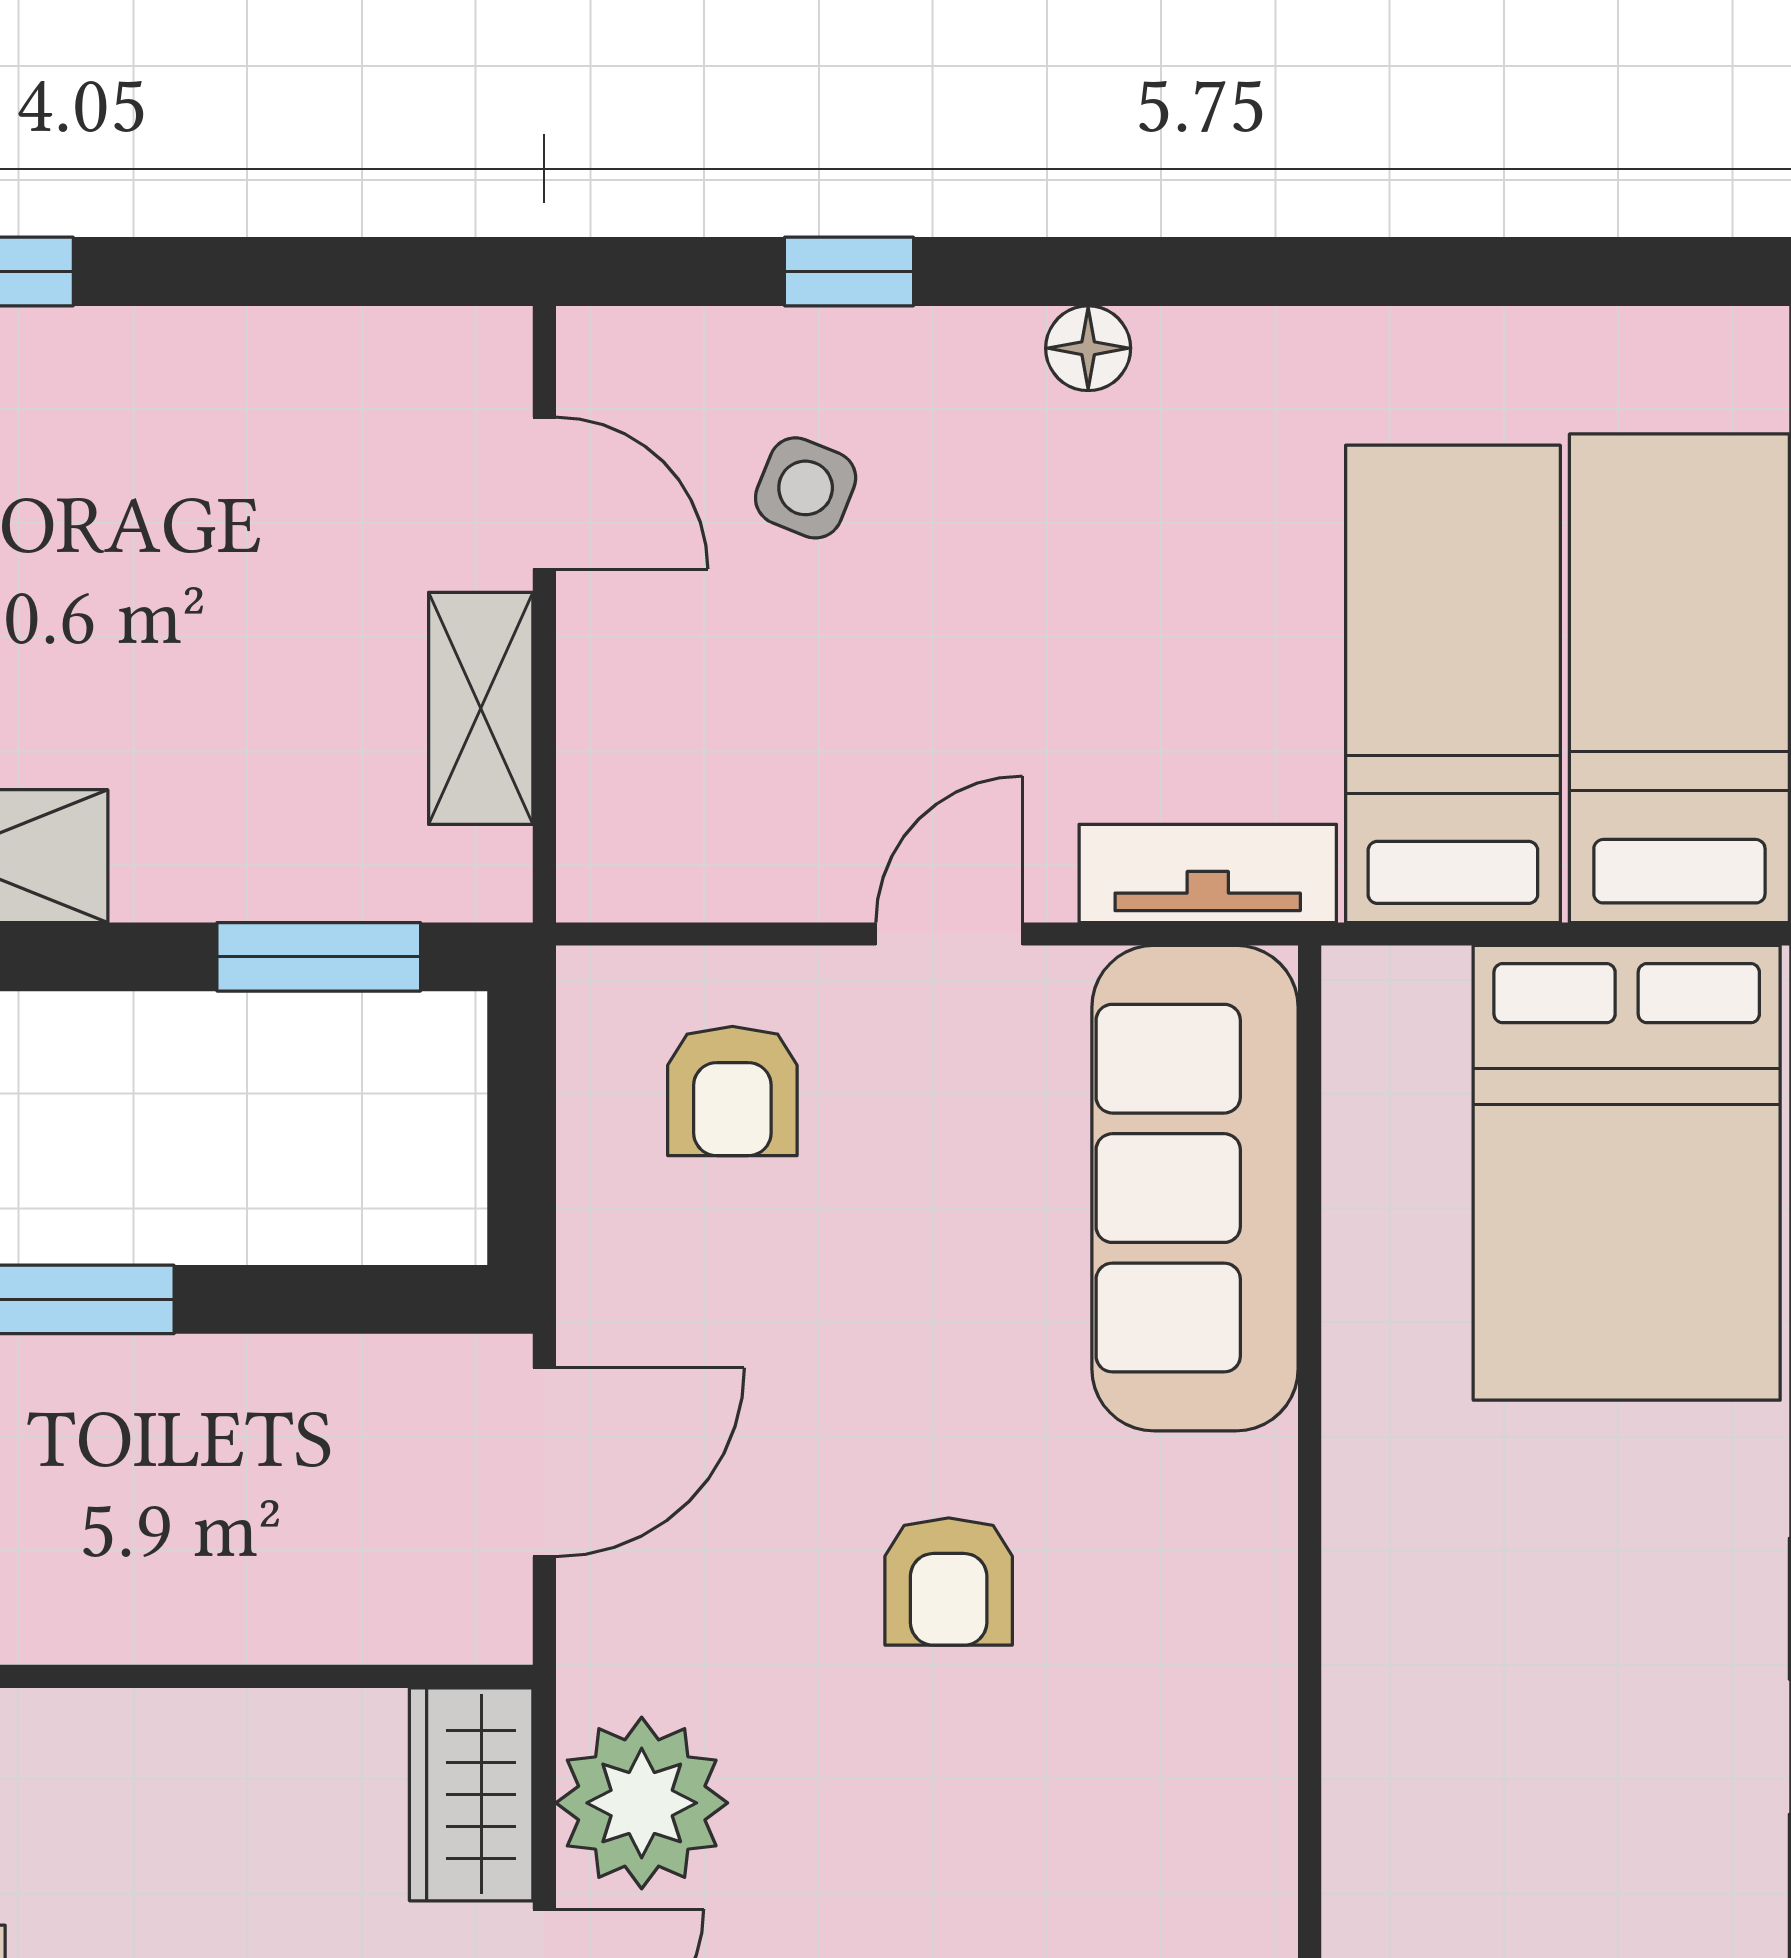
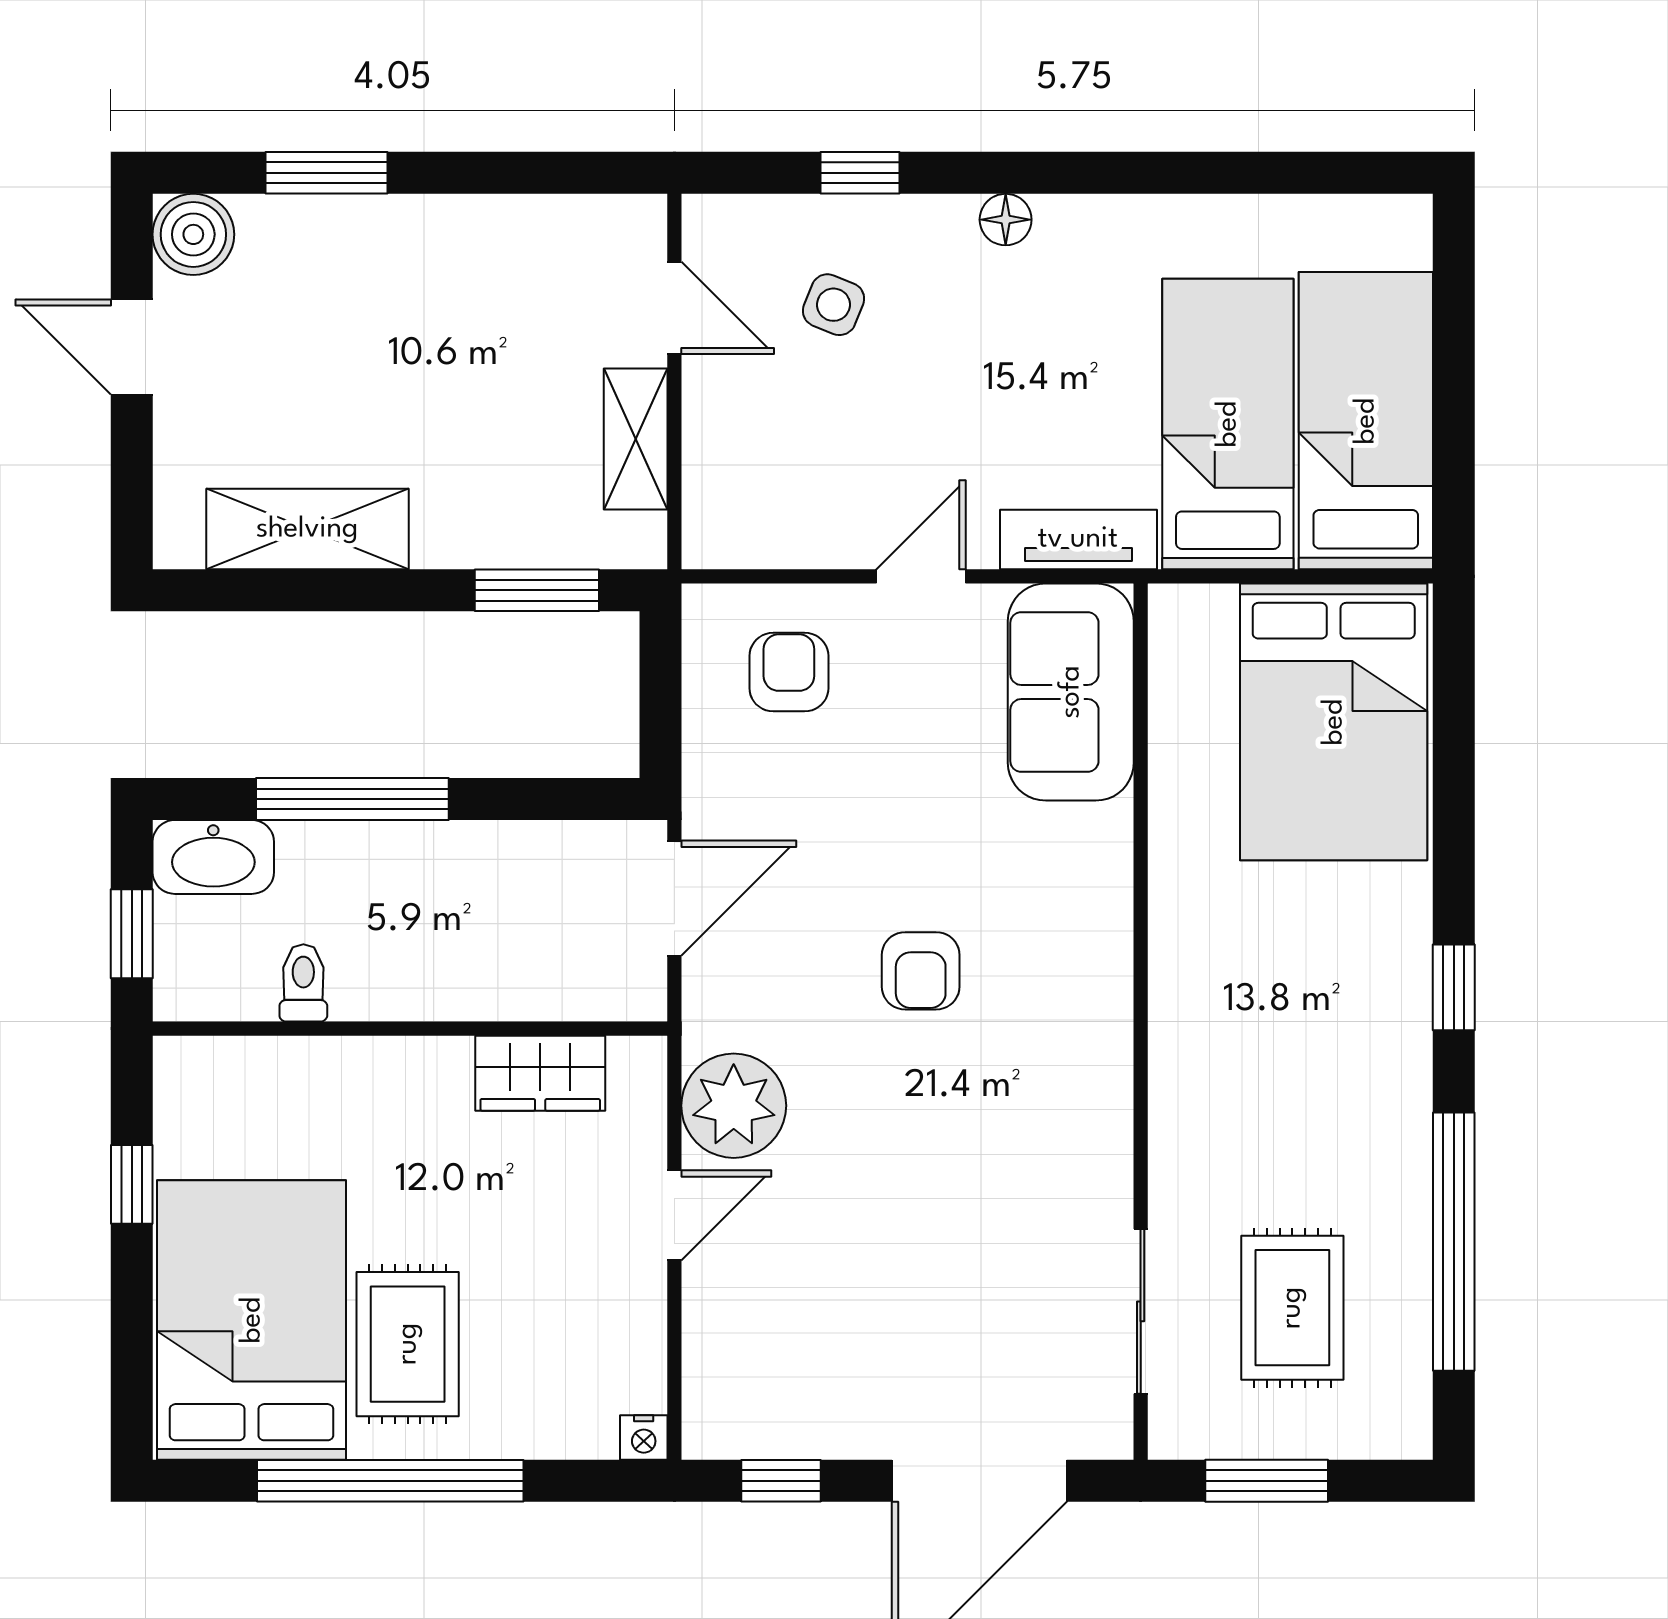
armchair: (732, 1091) -> (789, 672), turned 180
sofa: (1195, 1188) -> (1071, 692), width x0.73
wardrobe: (471, 1794) -> (540, 1073), moved, turned -90

